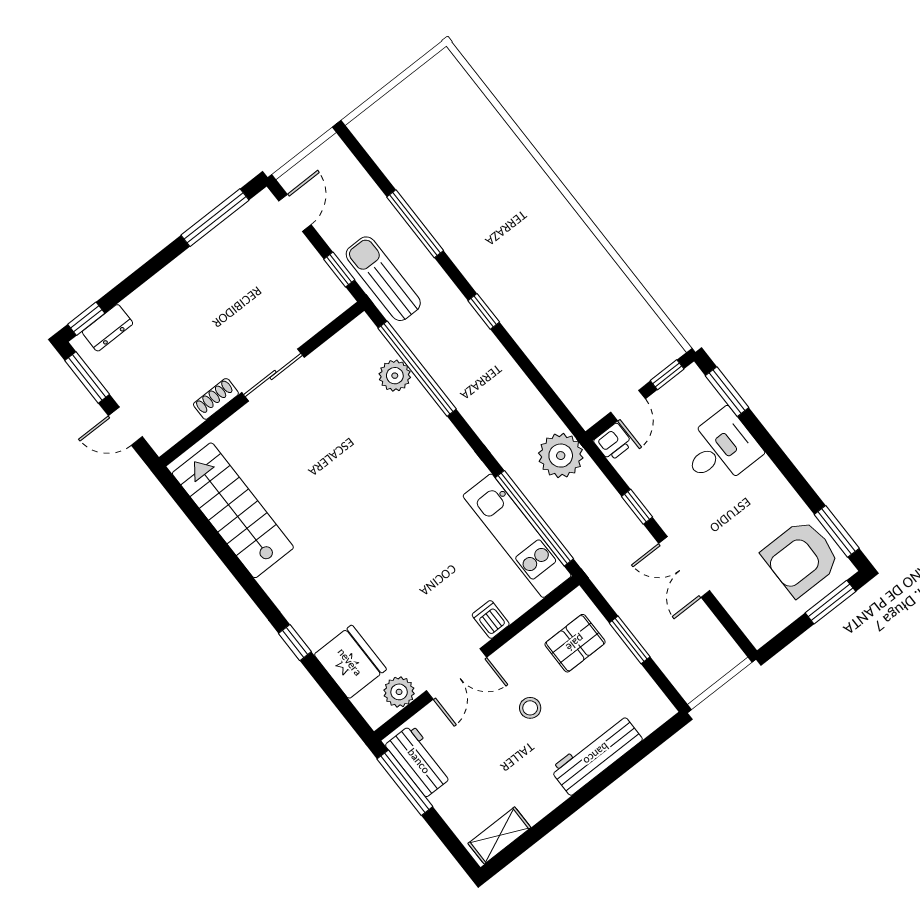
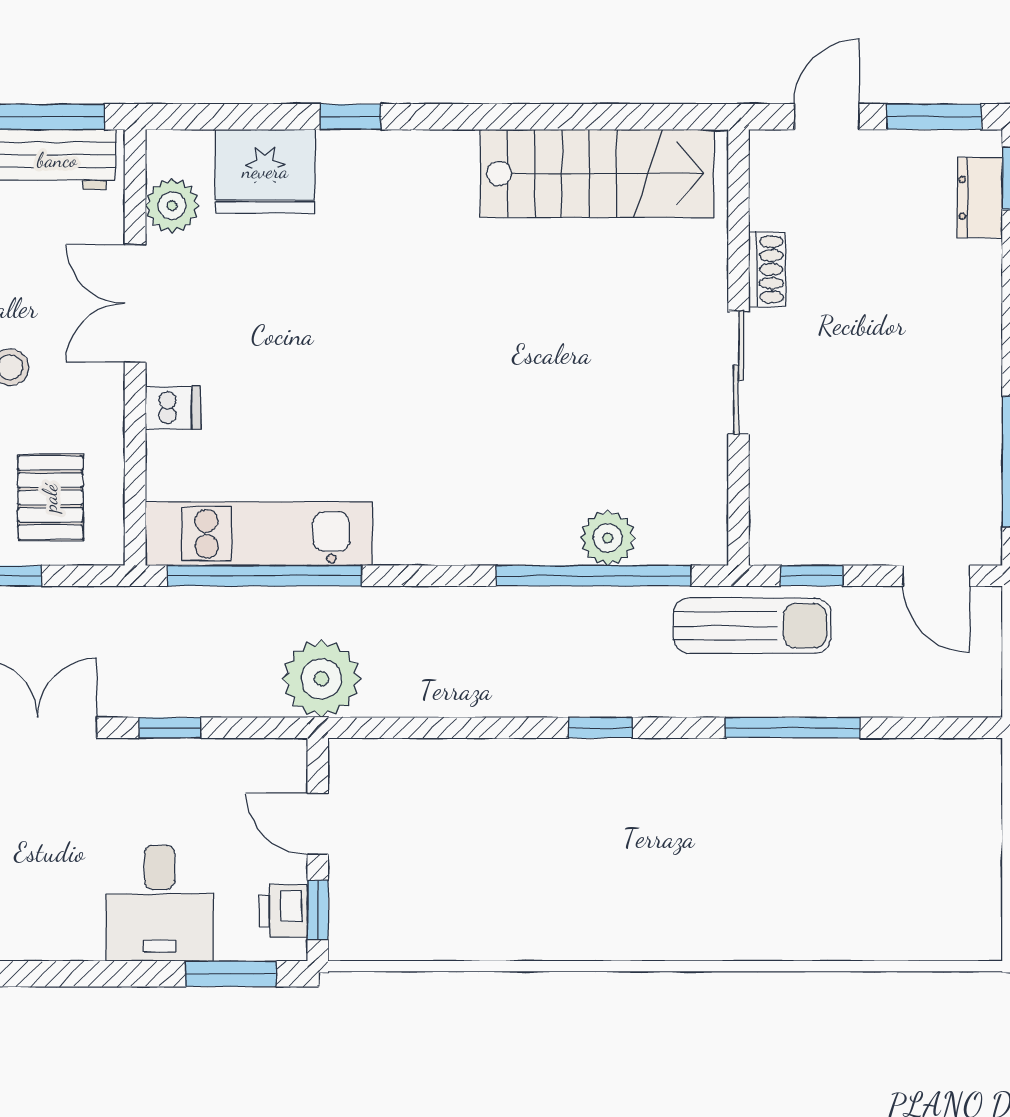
printer: (613, 442) -> (283, 911), moved

